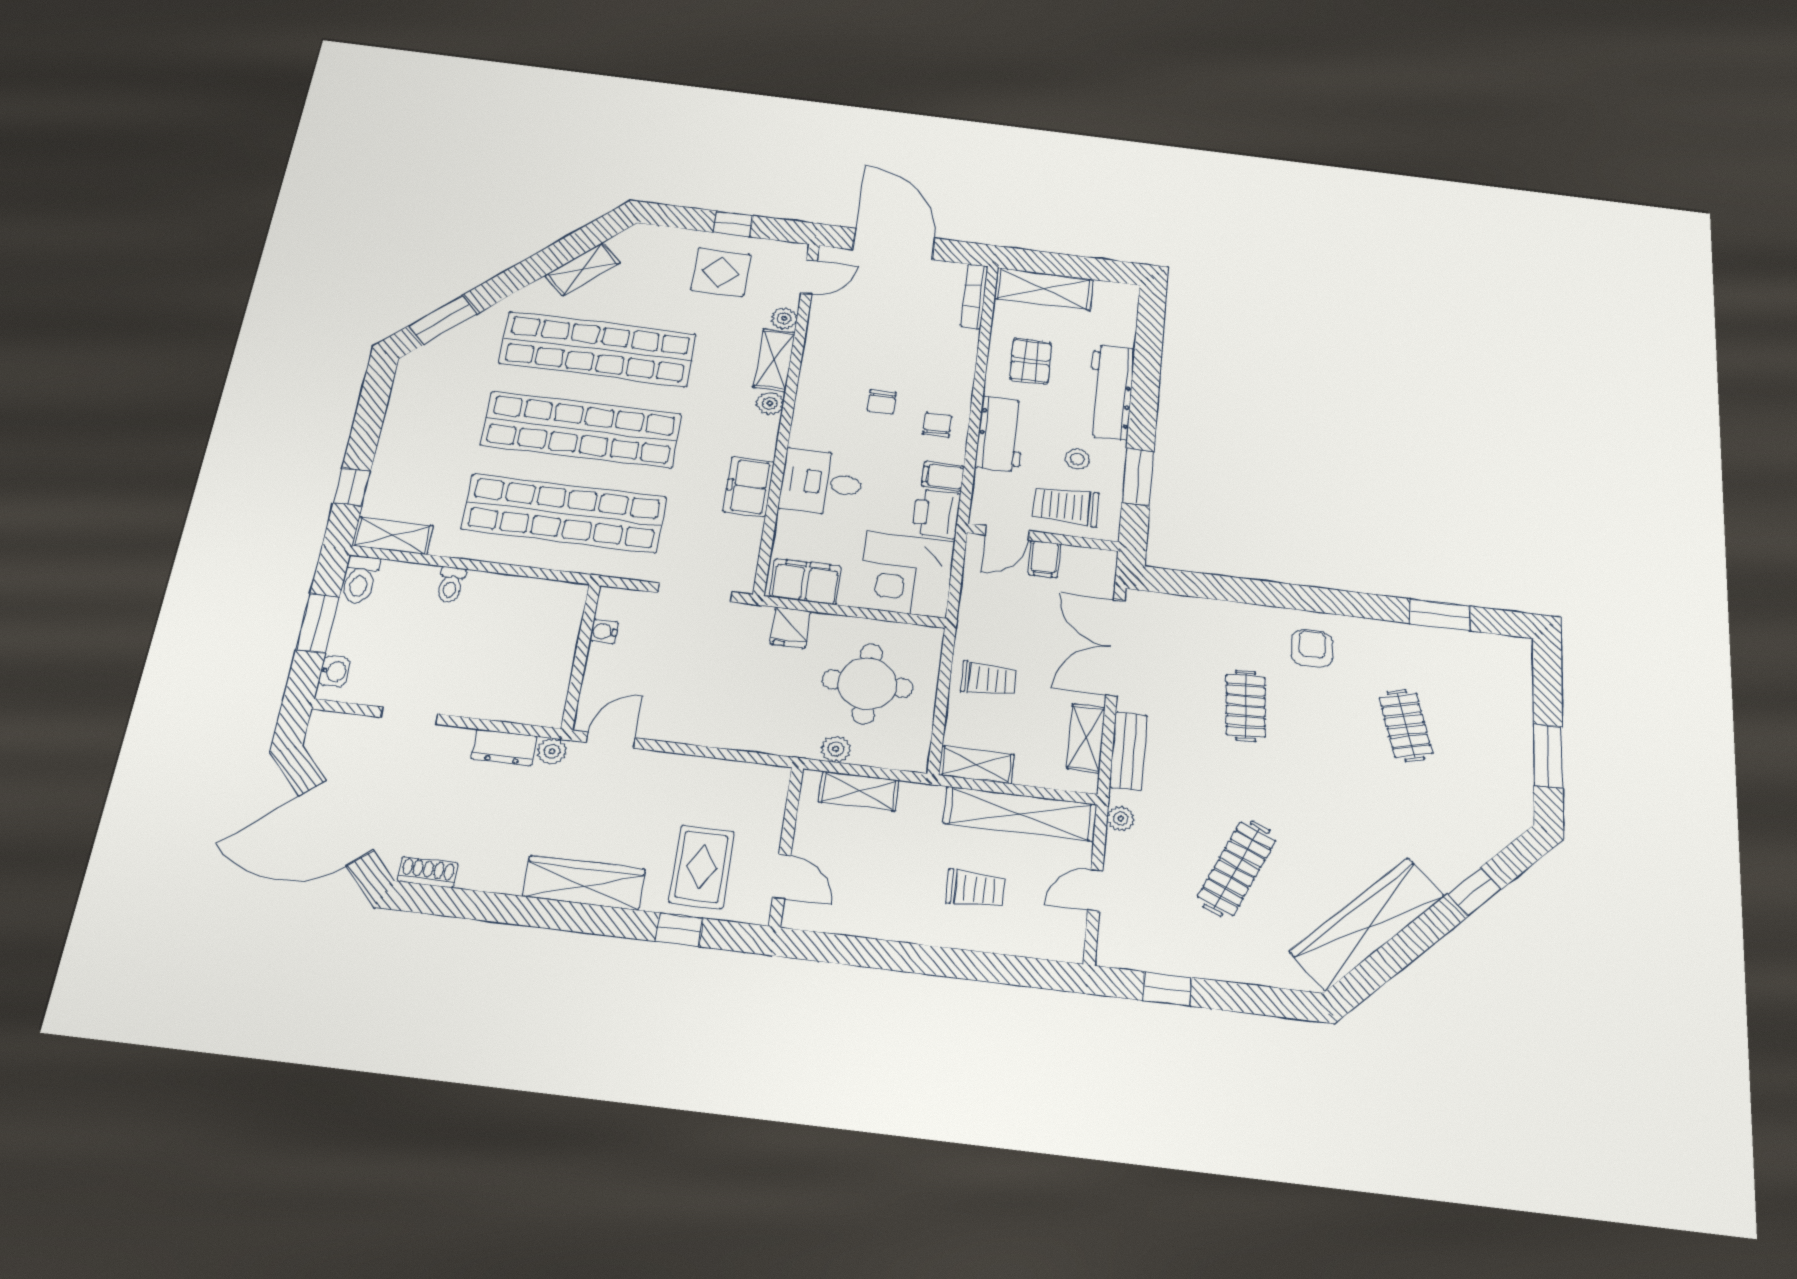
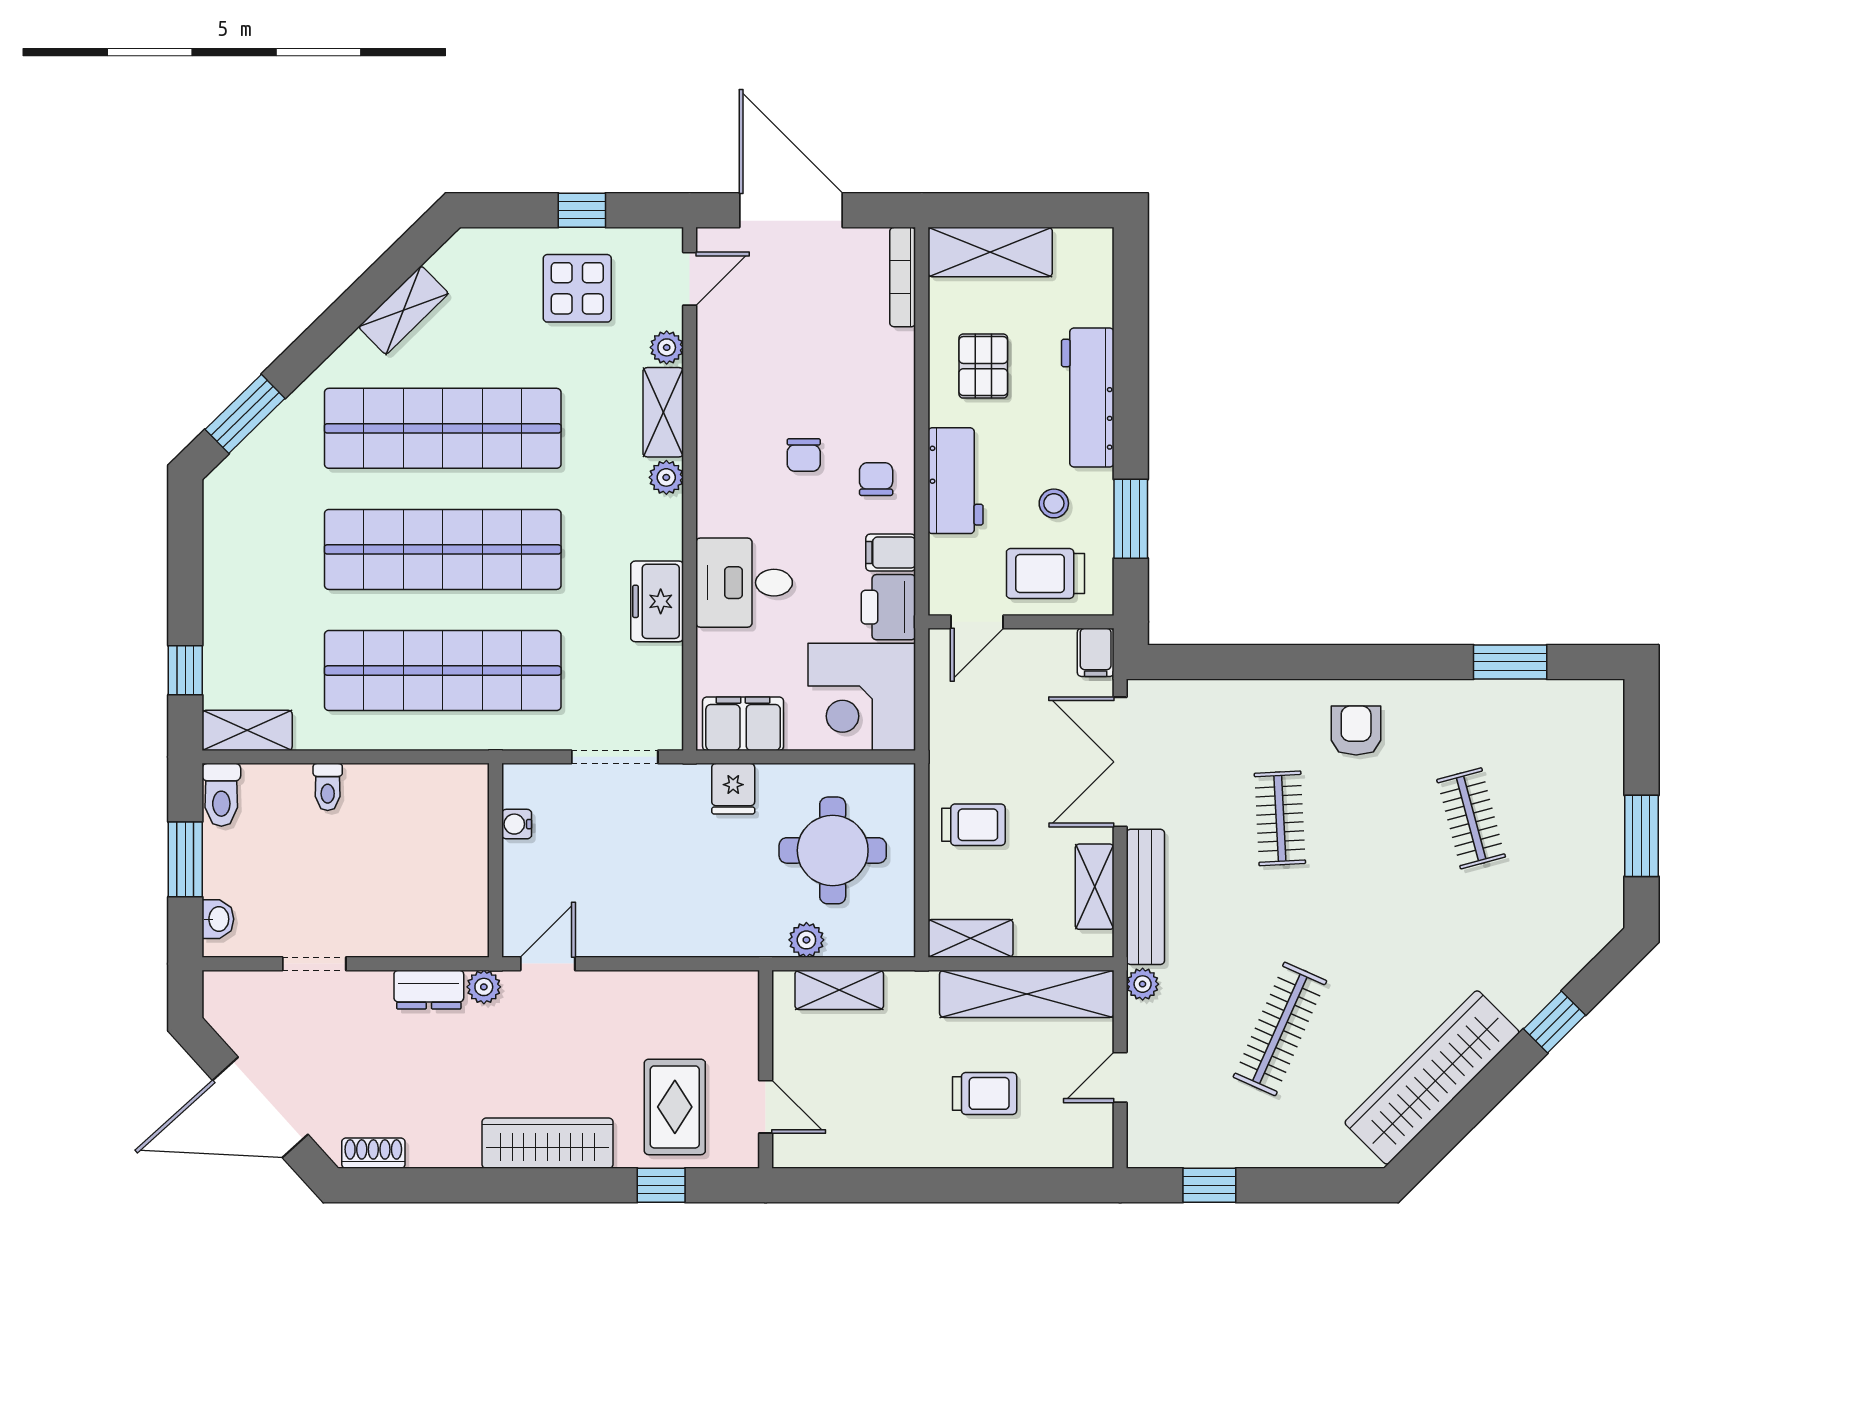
filing cabinet: (1044, 559) -> (1096, 652), moved
bench: (1128, 751) -> (1145, 897), width x1.36

